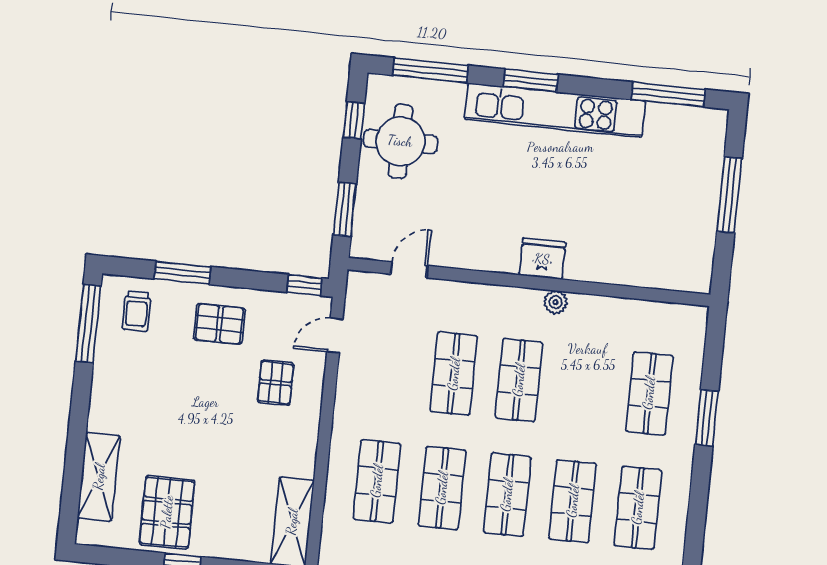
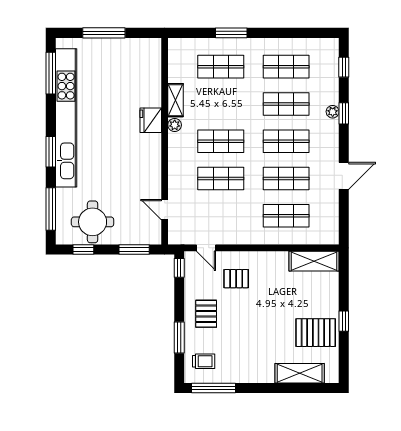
kitchen unit: (555, 110) -> (66, 118), width x1.36
fridge: (542, 259) -> (151, 120), moved
shelving: (599, 308) -> (175, 100), added

